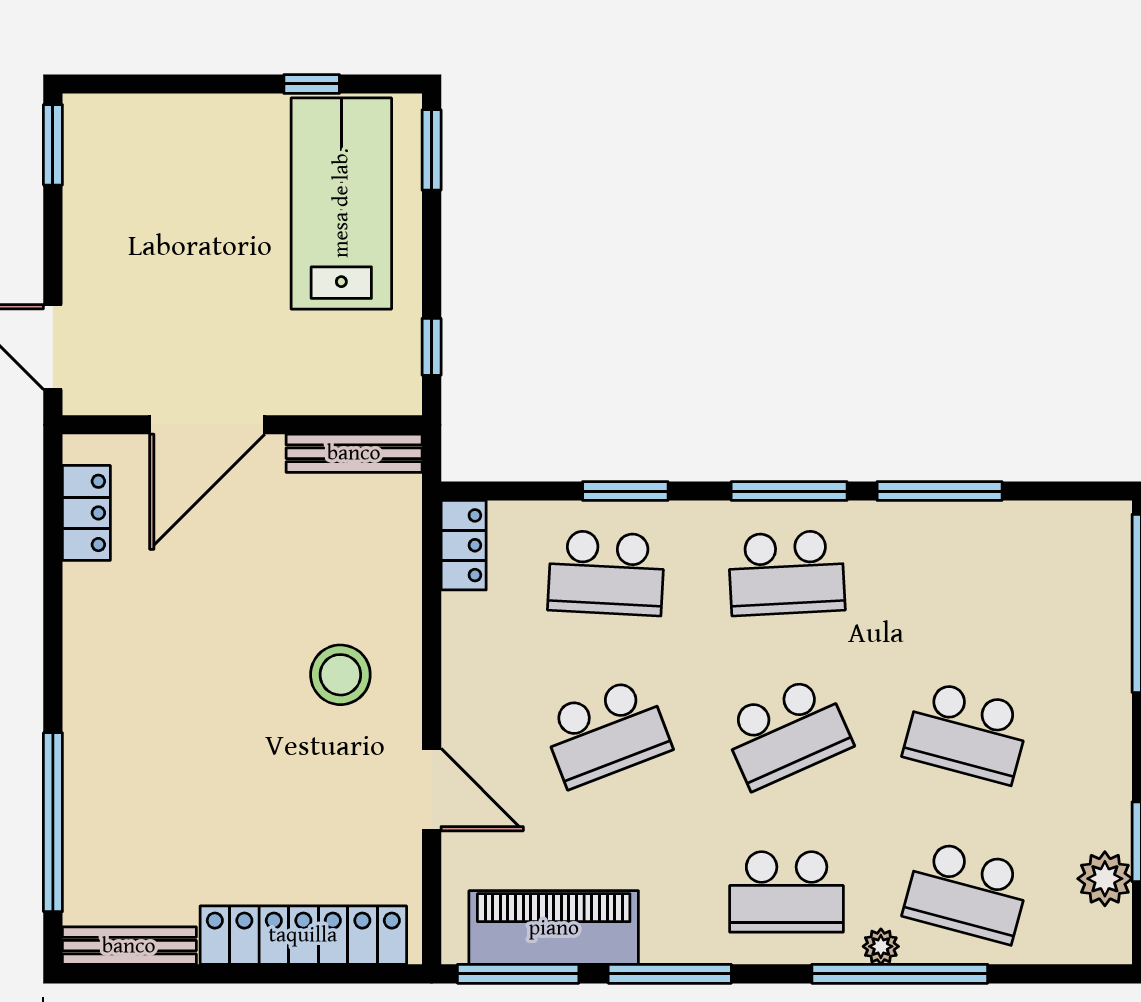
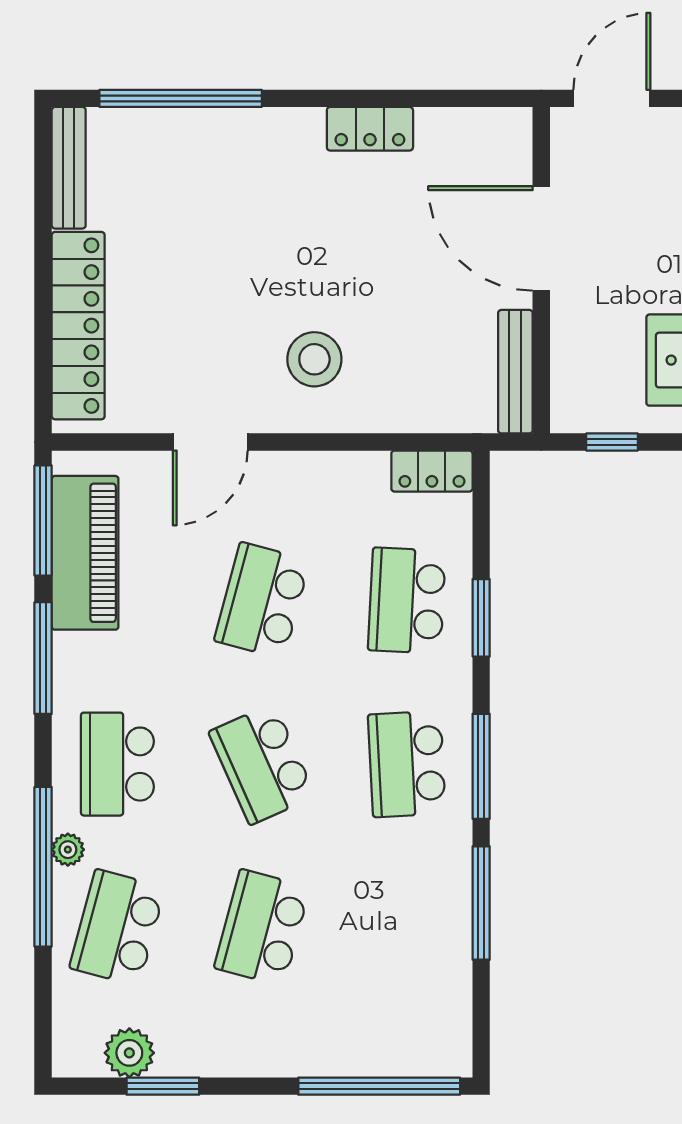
locker: (86, 513) -> (370, 129), moved
school desk: (606, 732) -> (262, 601), turned 36

